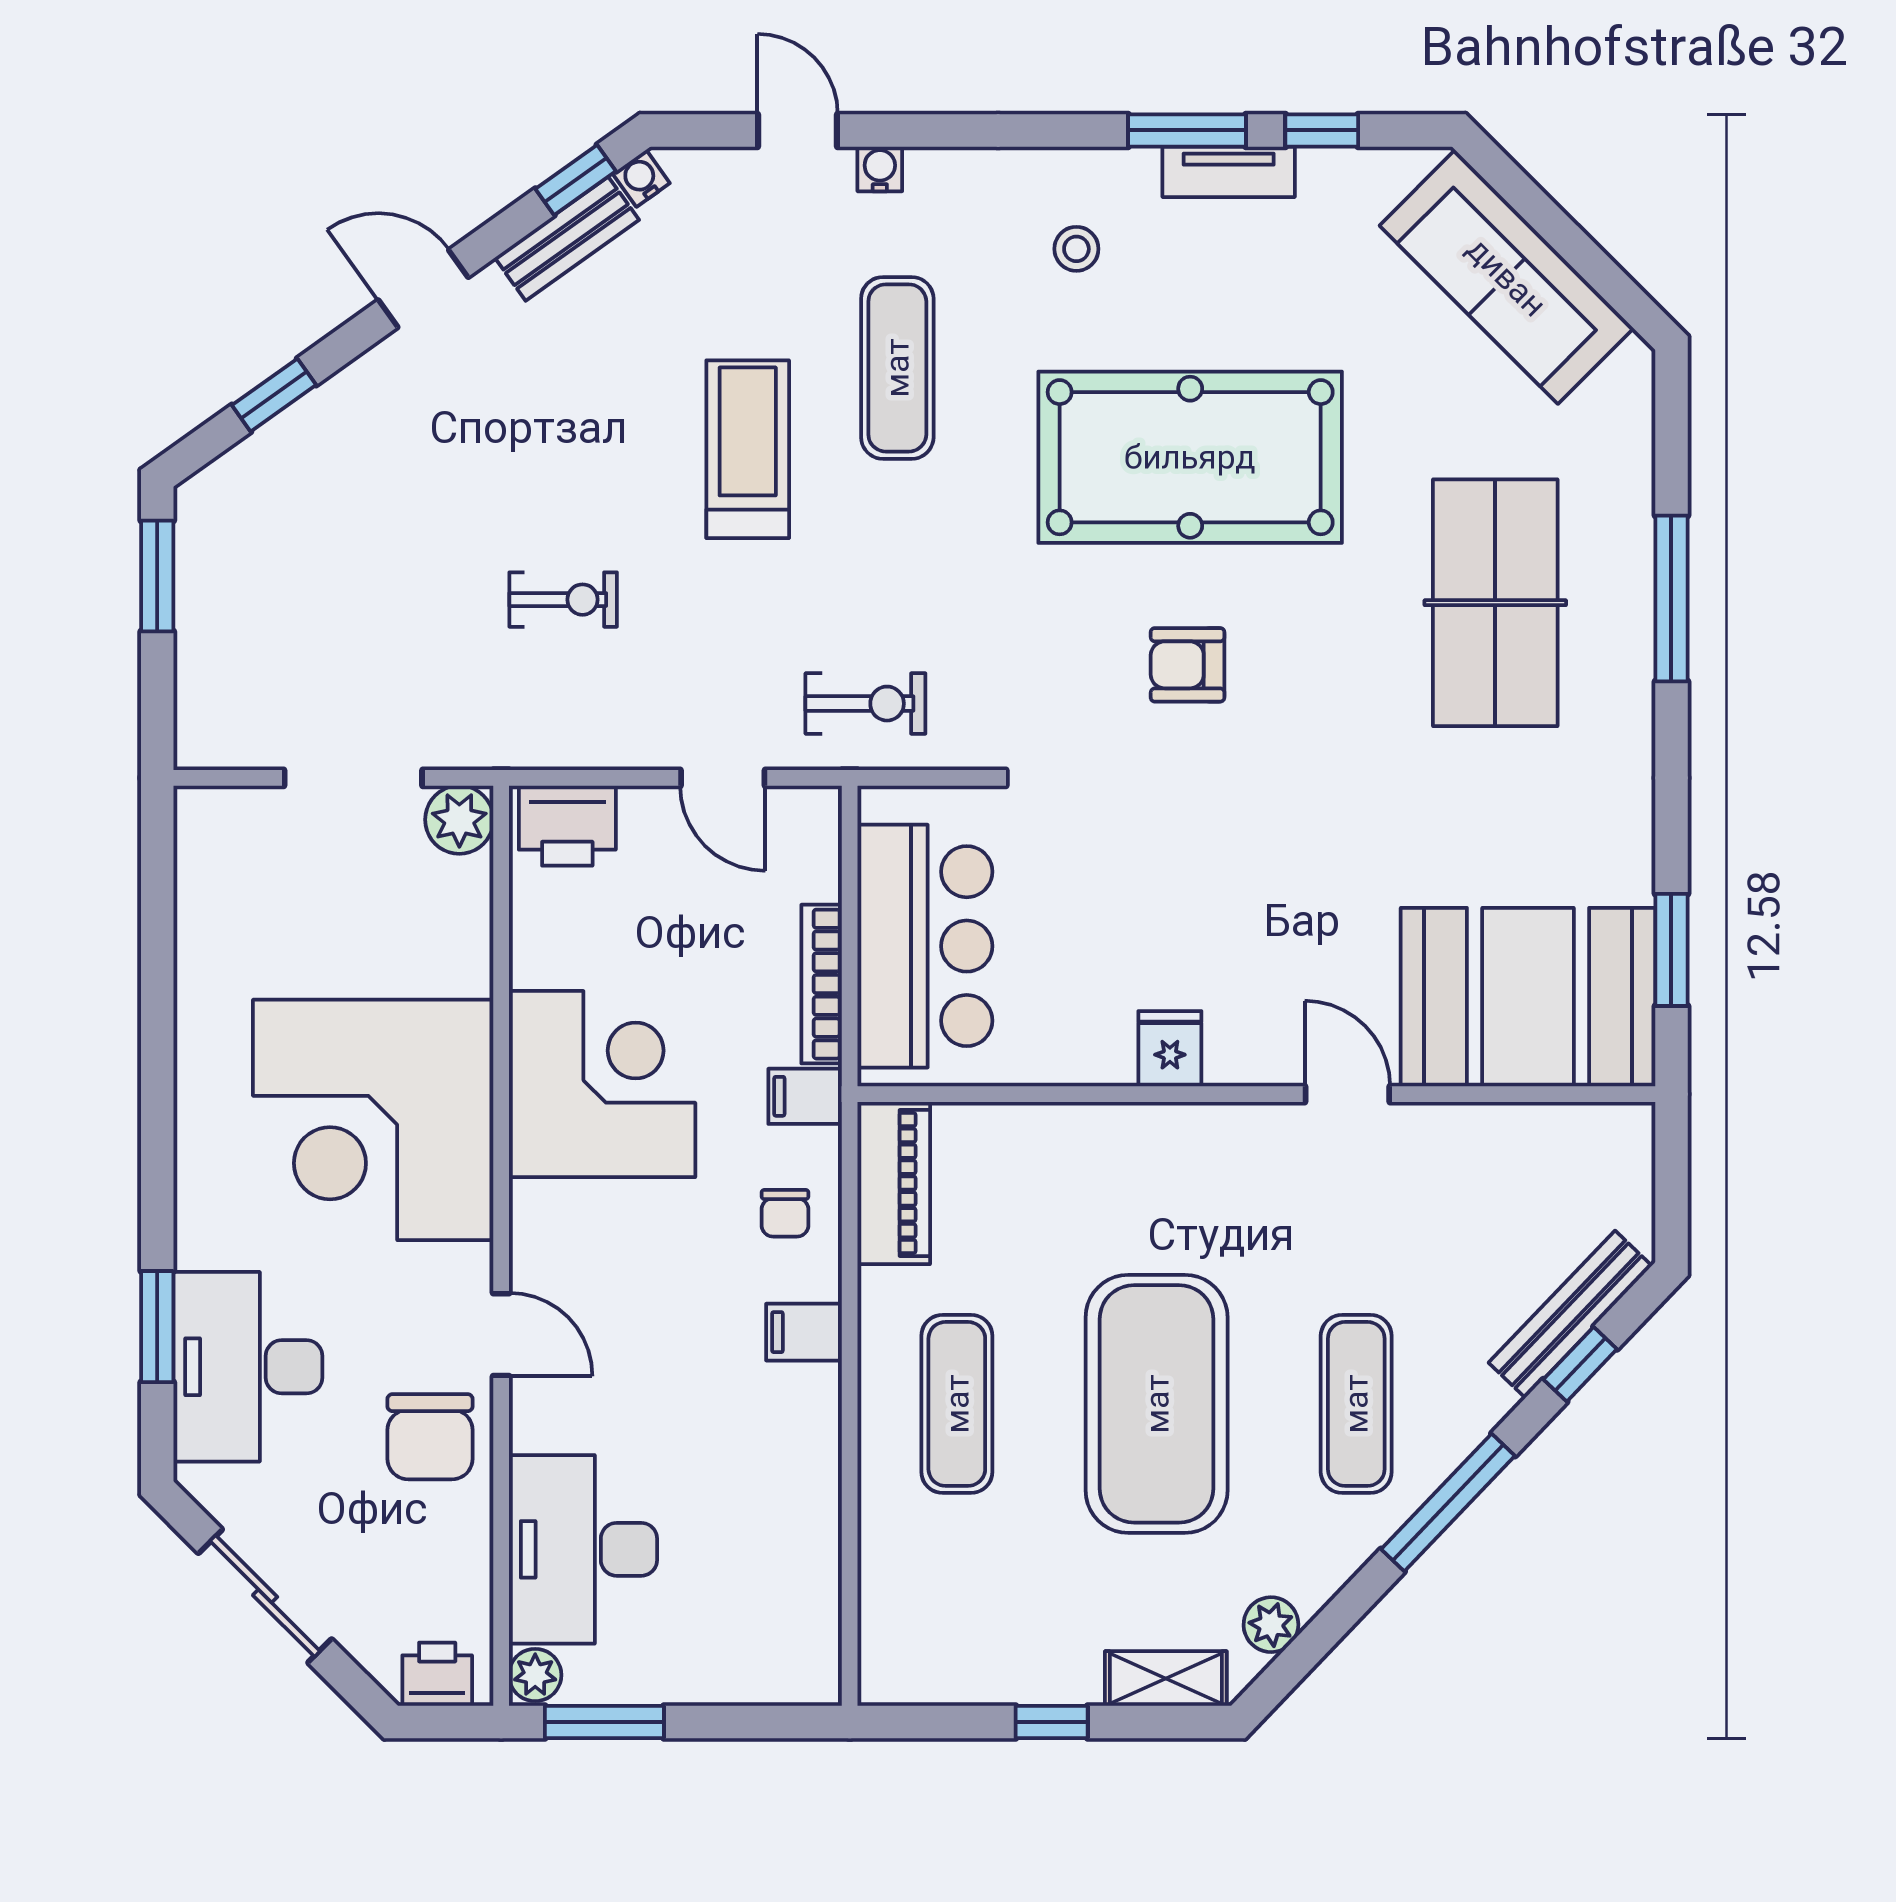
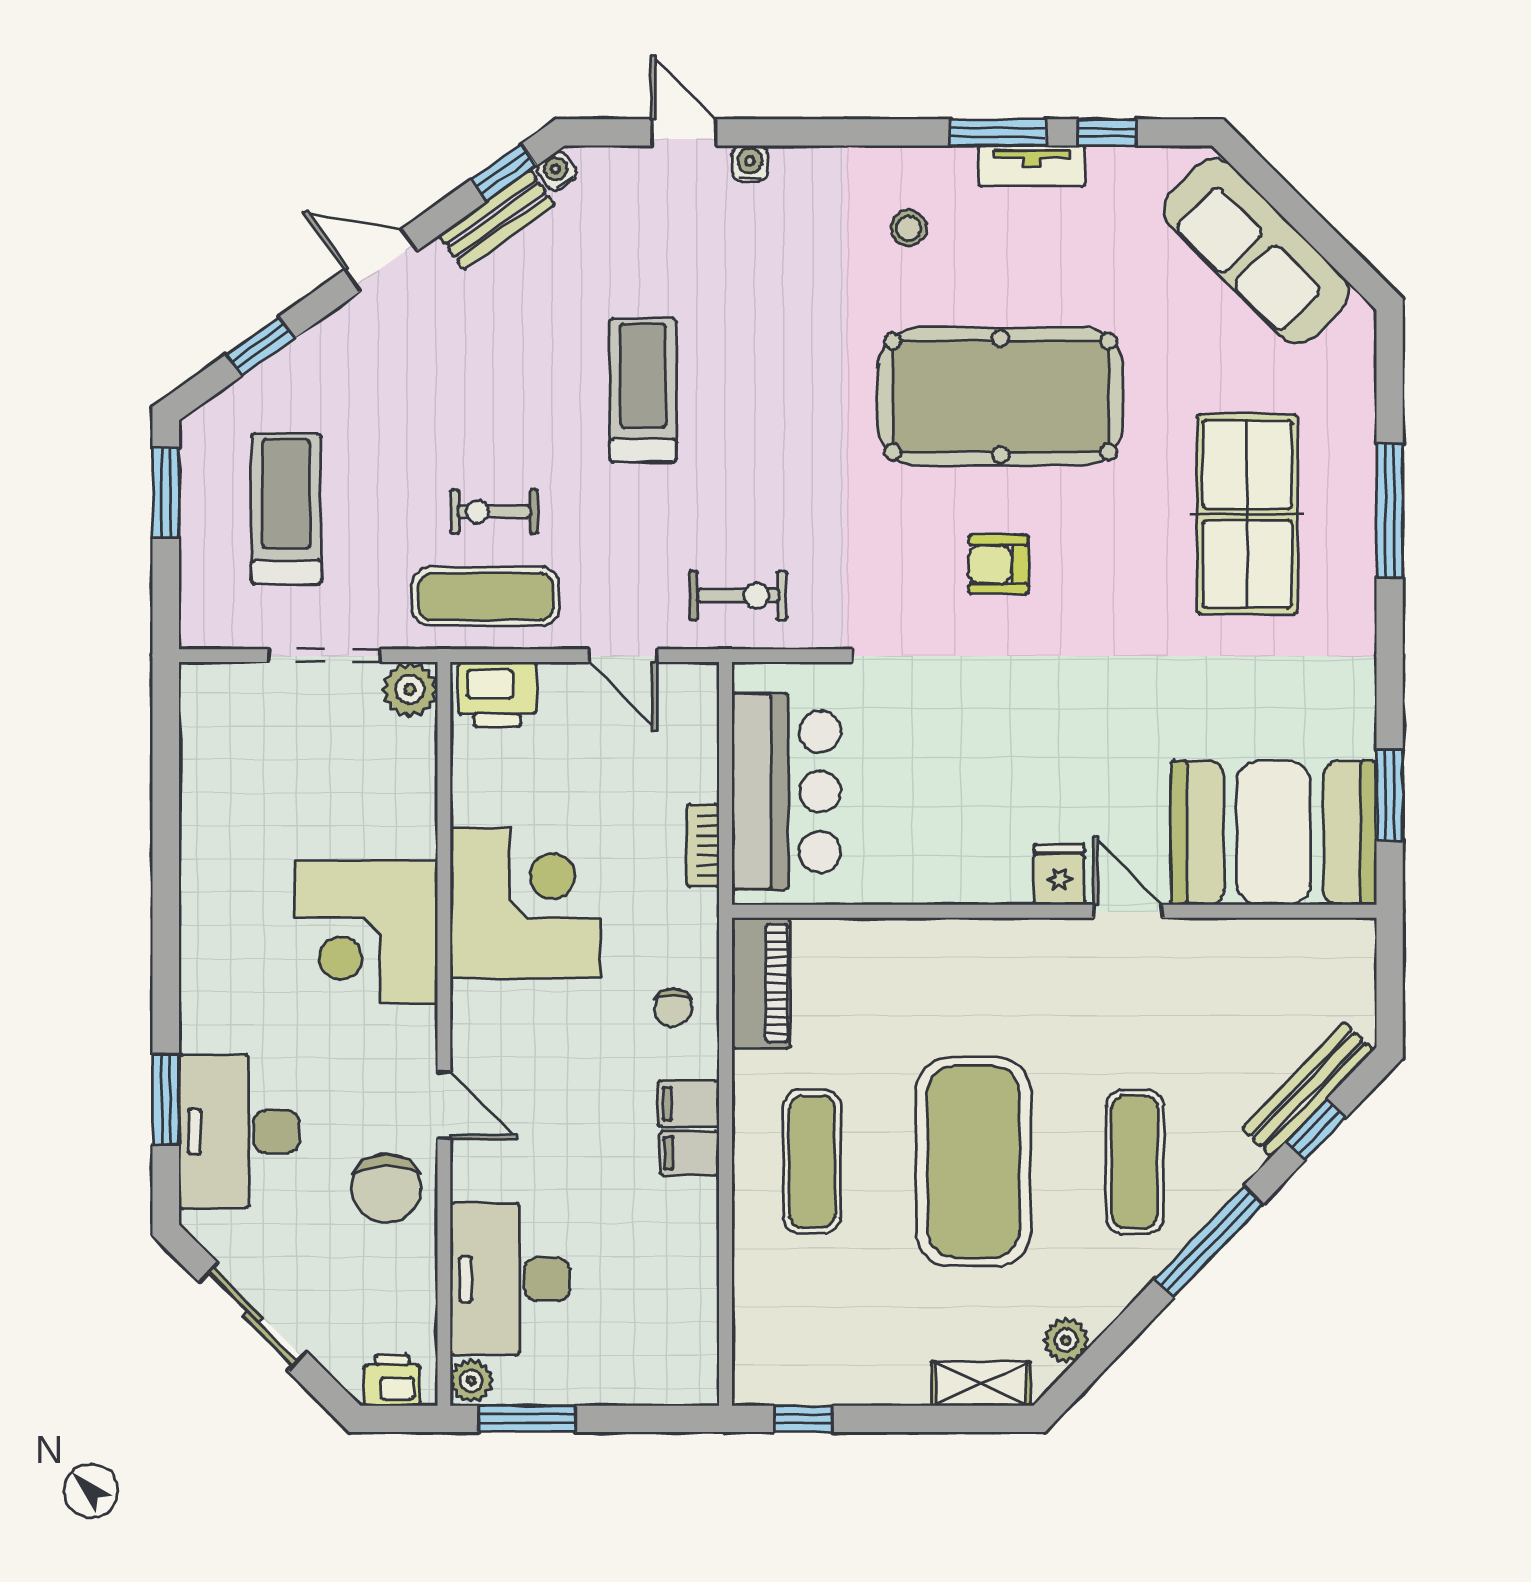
exercise mat: (897, 368) -> (486, 596), moved, turned 90
treadmill: (306, 596) -> (286, 509), added
exercise bike: (563, 600) -> (494, 512), turned 180
bookcase: (822, 984) -> (703, 845), width x0.64
fridge: (1170, 1049) -> (1059, 875), moved
filing cabinet: (805, 1096) -> (689, 1153), moved
corner desk: (373, 1120) -> (366, 932), width x0.74, depth x0.74
window: (1052, 1722) -> (804, 1419), moved

